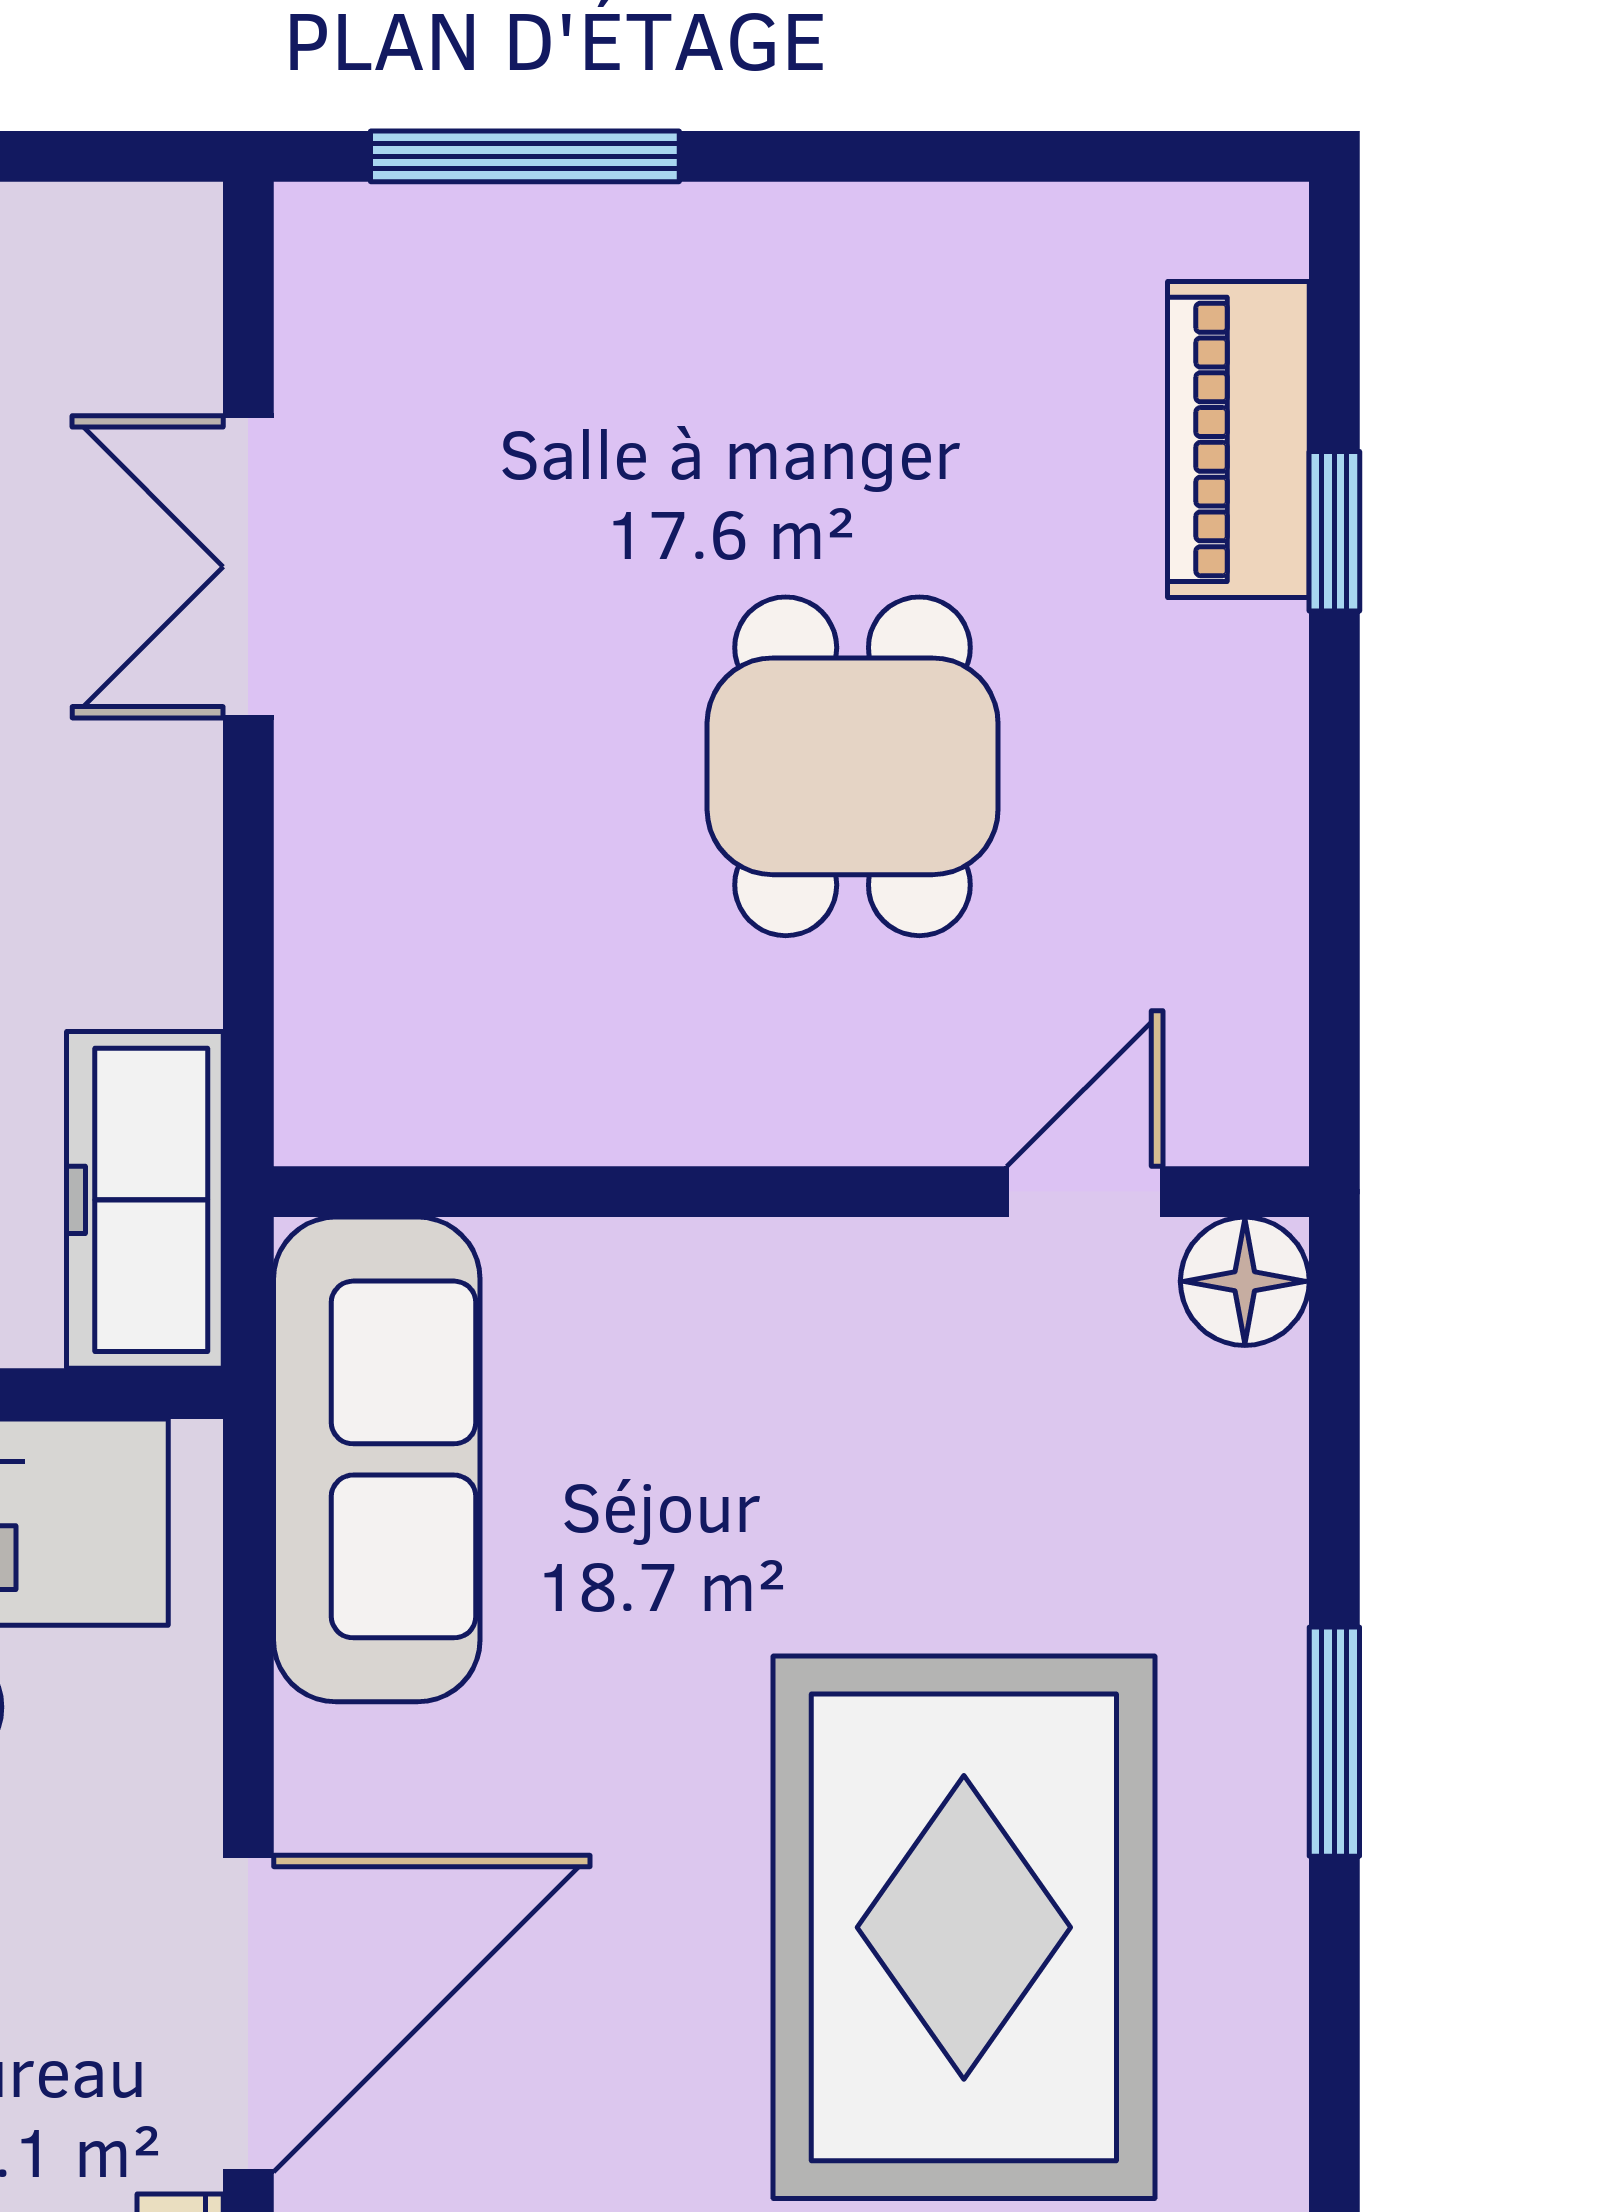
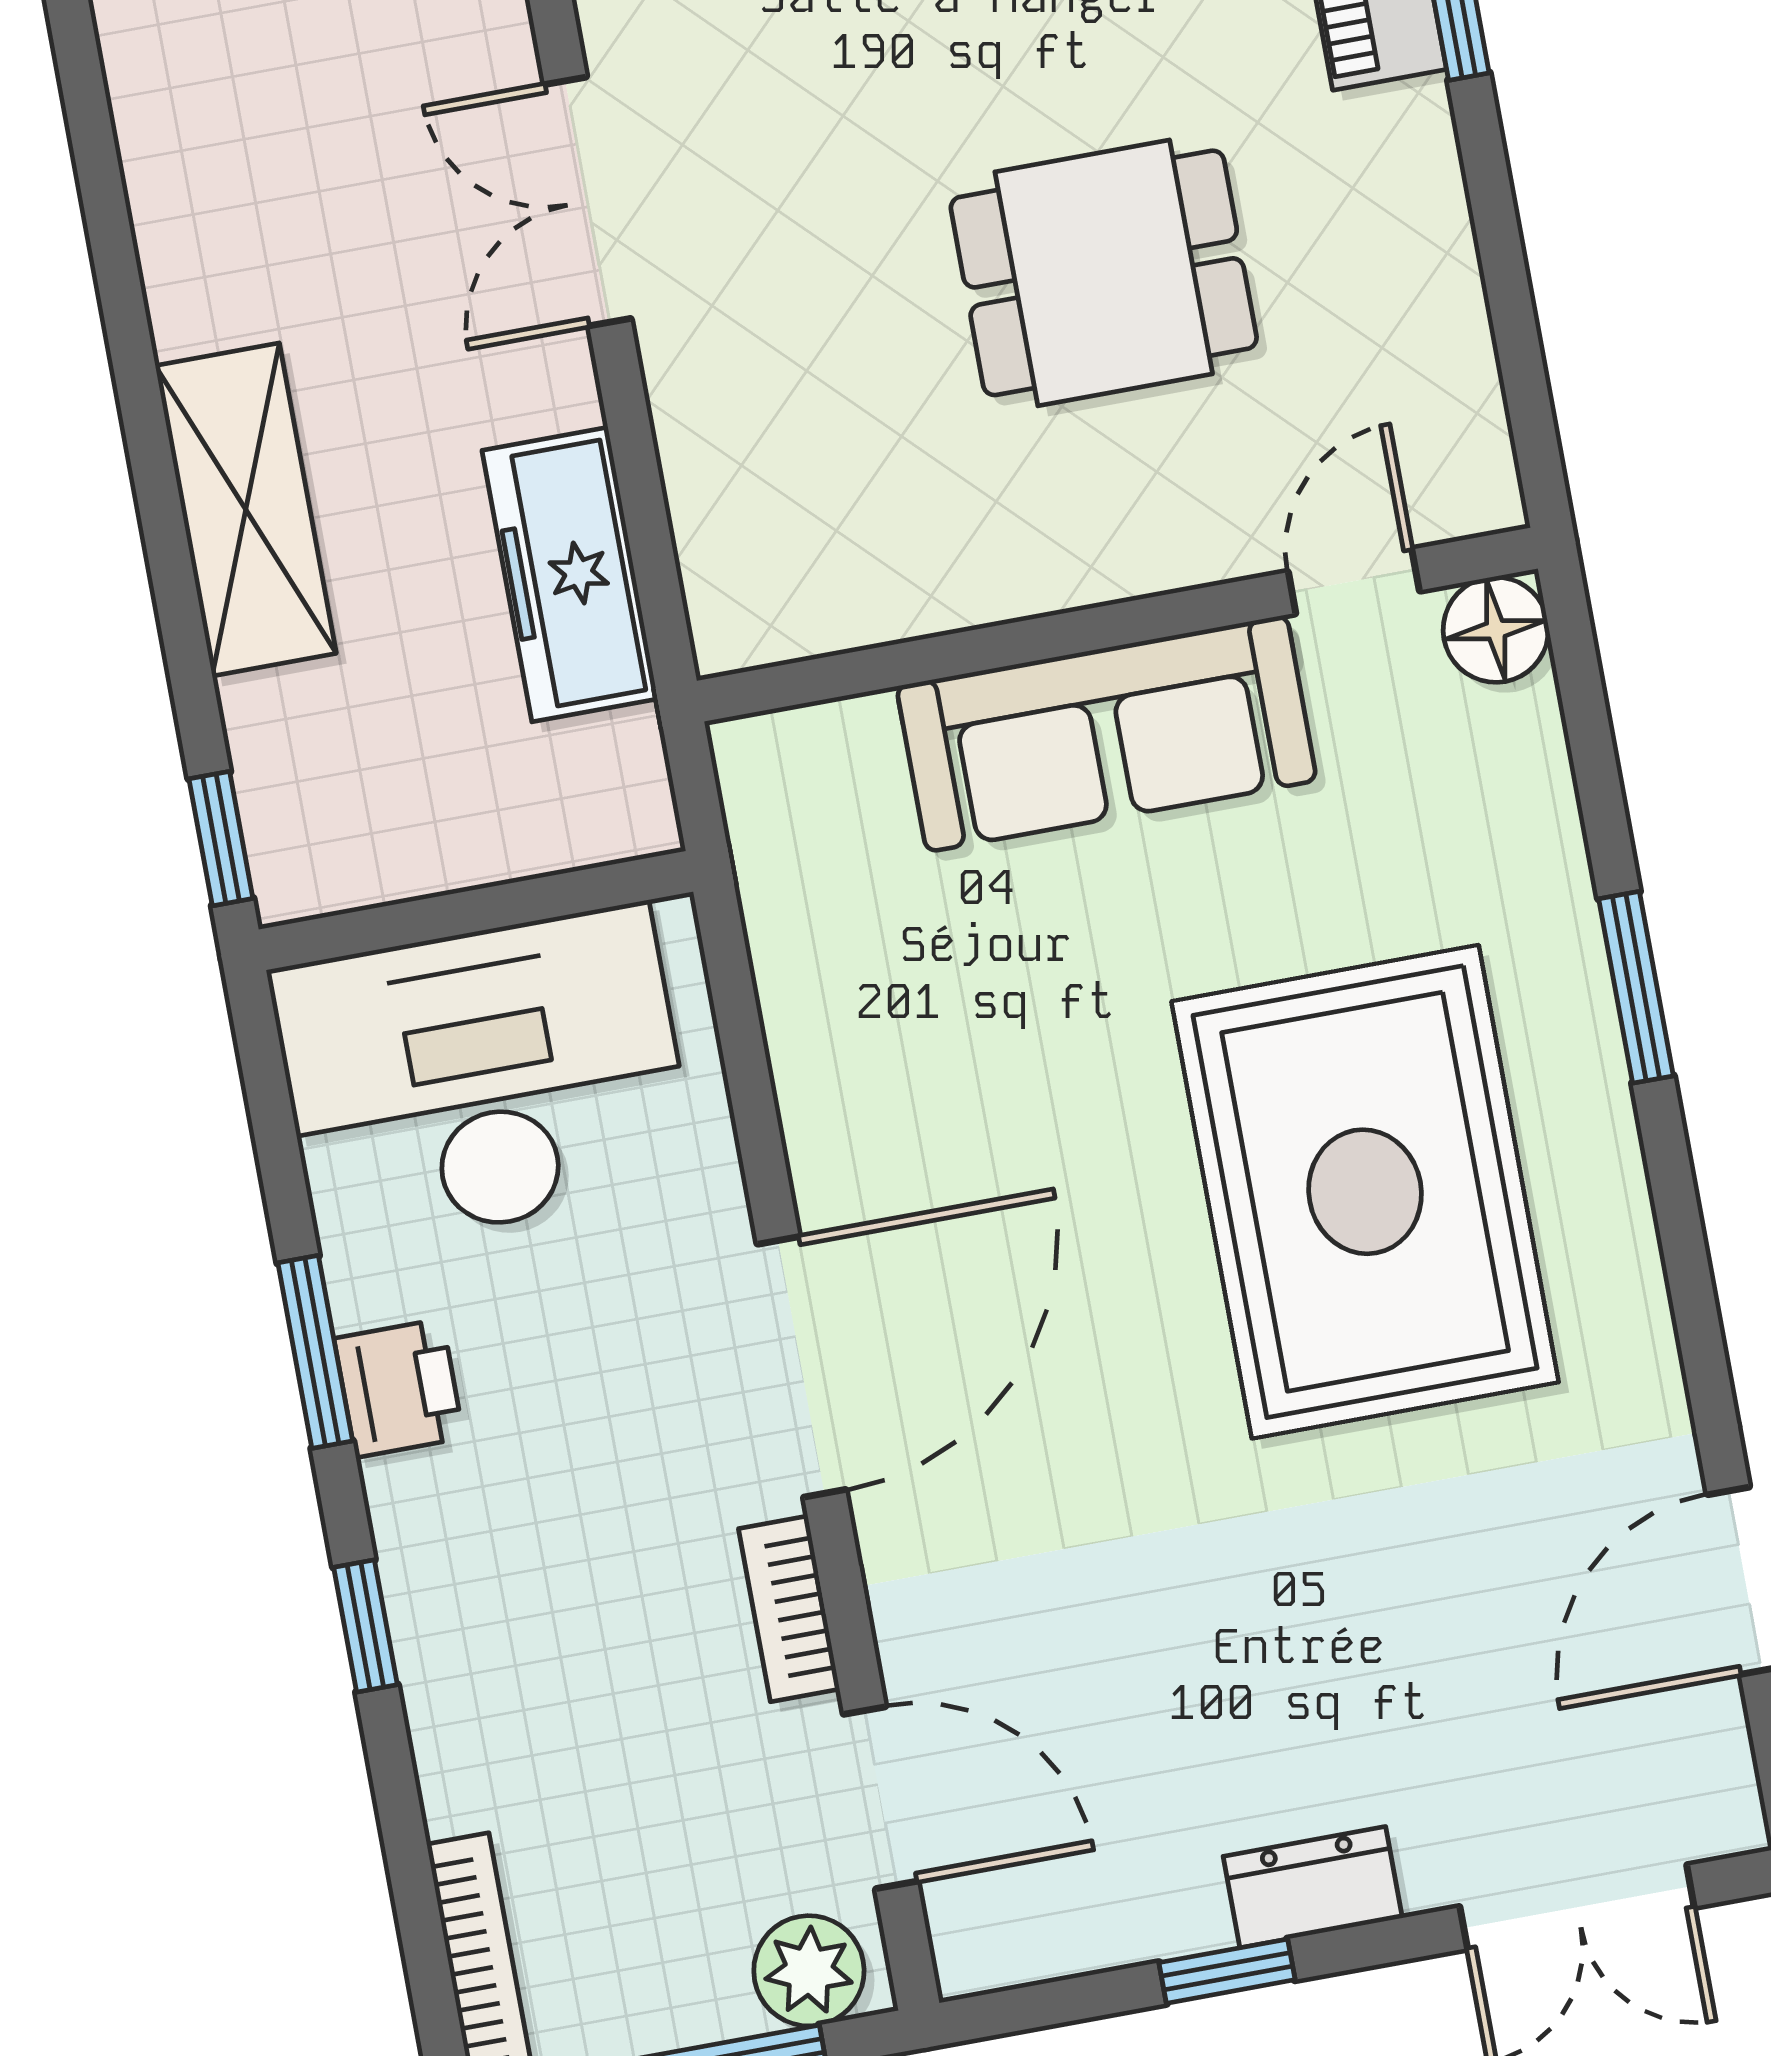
dining table: (853, 766) -> (1104, 273), turned 90
freezer: (145, 1200) -> (570, 575), moved
sofa: (377, 1459) -> (1107, 733), moved, turned 90

